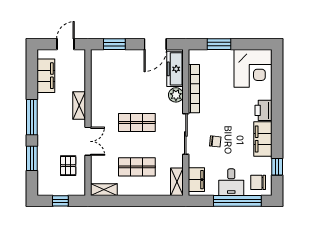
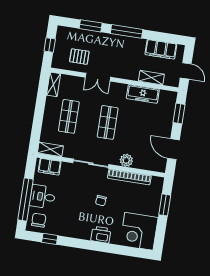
freezer: (175, 69) -> (143, 94), moved, turned 180
shelving: (79, 105) -> (151, 78), moved
filing cabinet: (263, 139) -> (76, 230), removed
chair: (215, 141) -> (101, 201), moved

